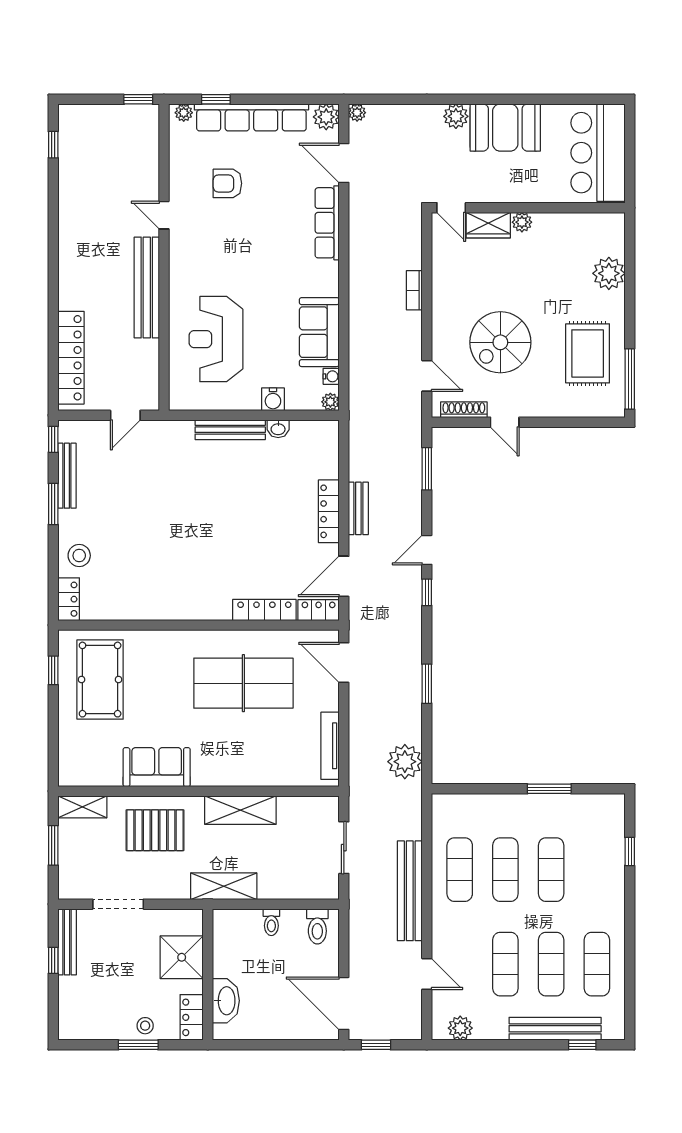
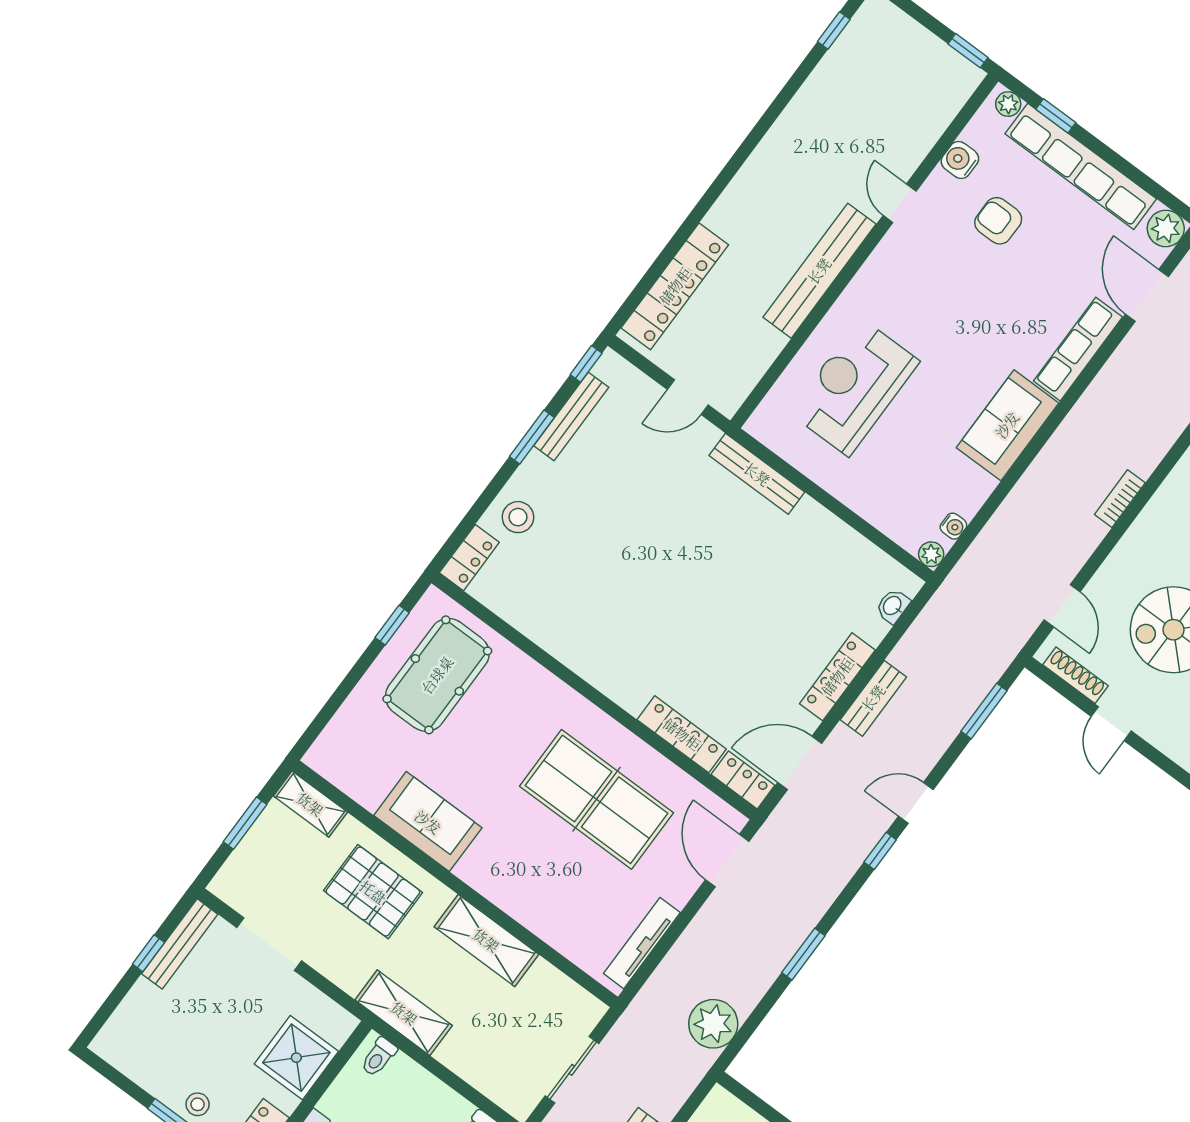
sofa: (319, 332) -> (1007, 425), moved
water cooler: (273, 399) -> (960, 160), moved, turned 90
washbasin: (278, 429) -> (893, 606), moved, turned 90
bench: (230, 430) -> (757, 474), moved
toilet: (271, 922) -> (379, 1057), moved

